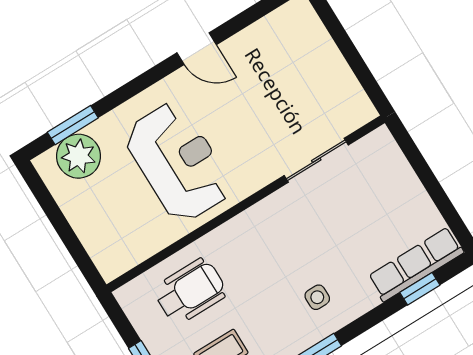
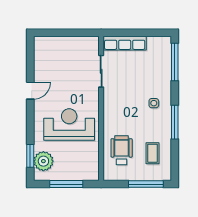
window: (62, 226) -> (66, 184), added
row of seats: (416, 264) -> (125, 43), moved, turned -90
window: (420, 289) -> (175, 62), width x2.17

